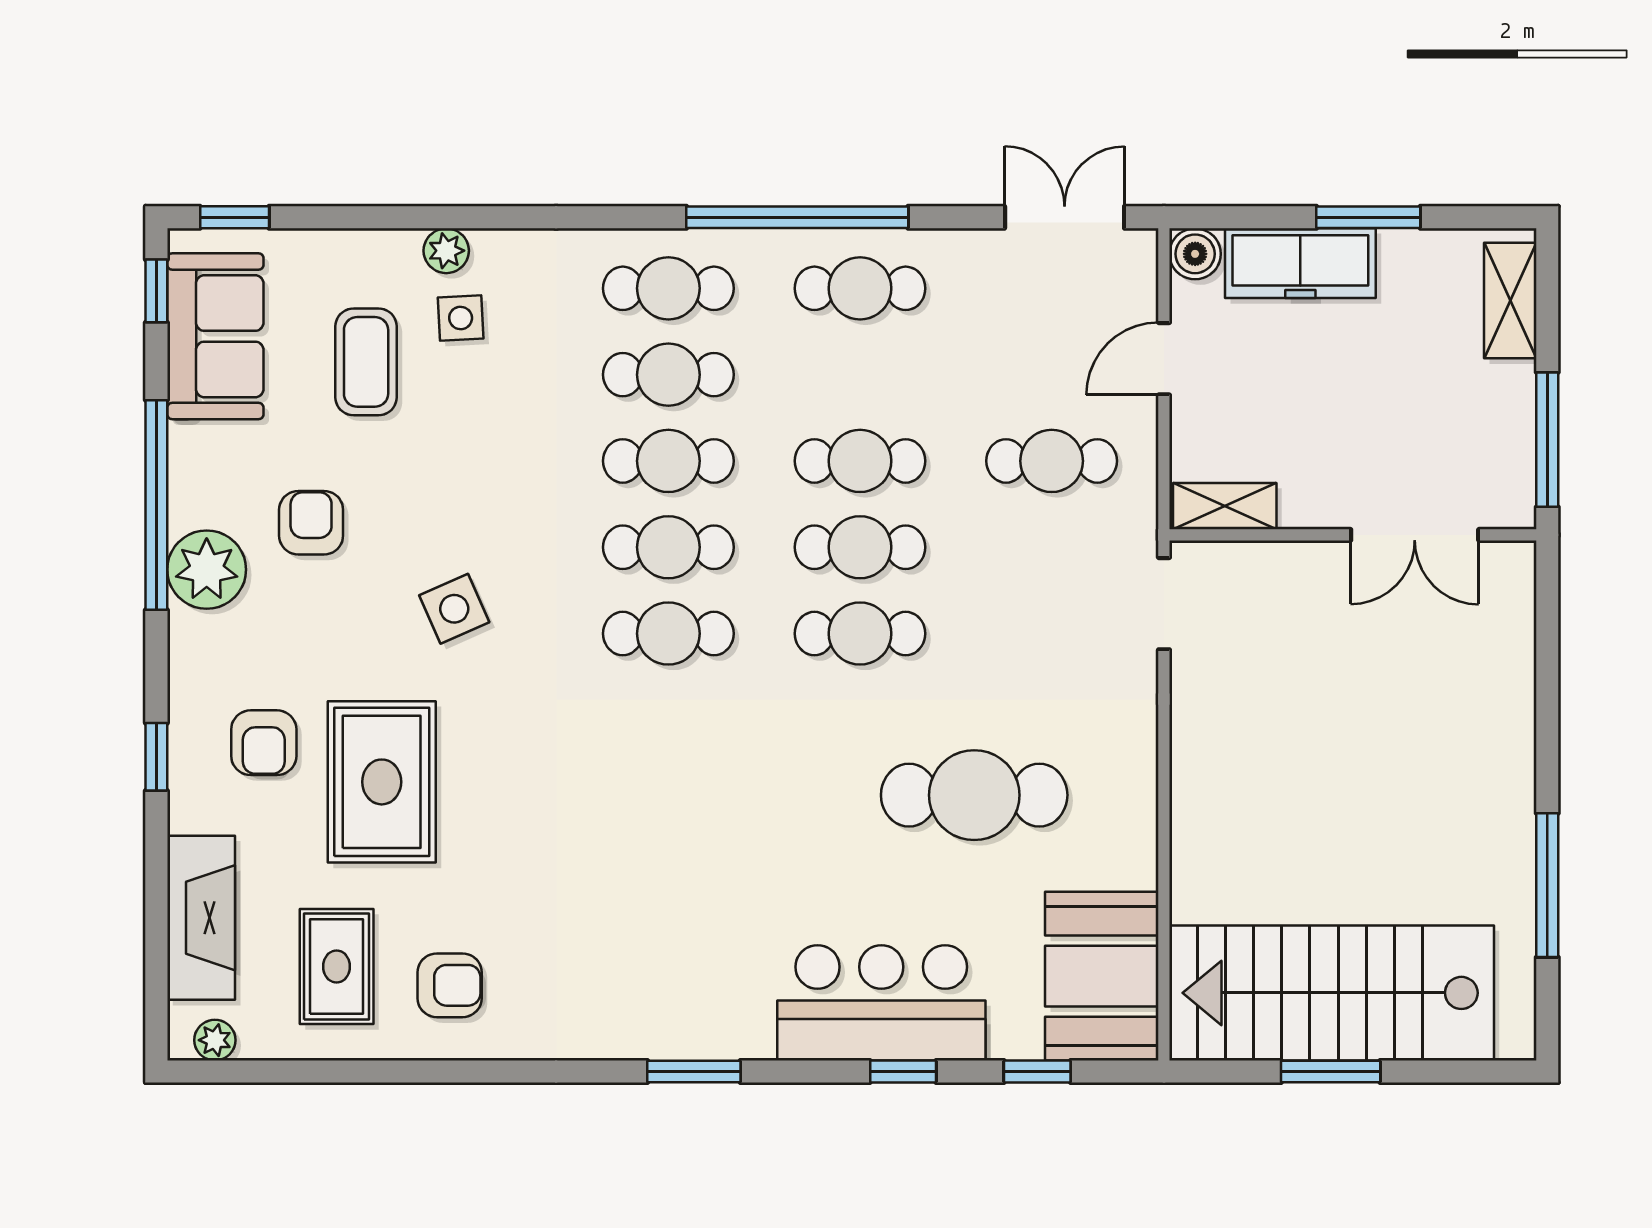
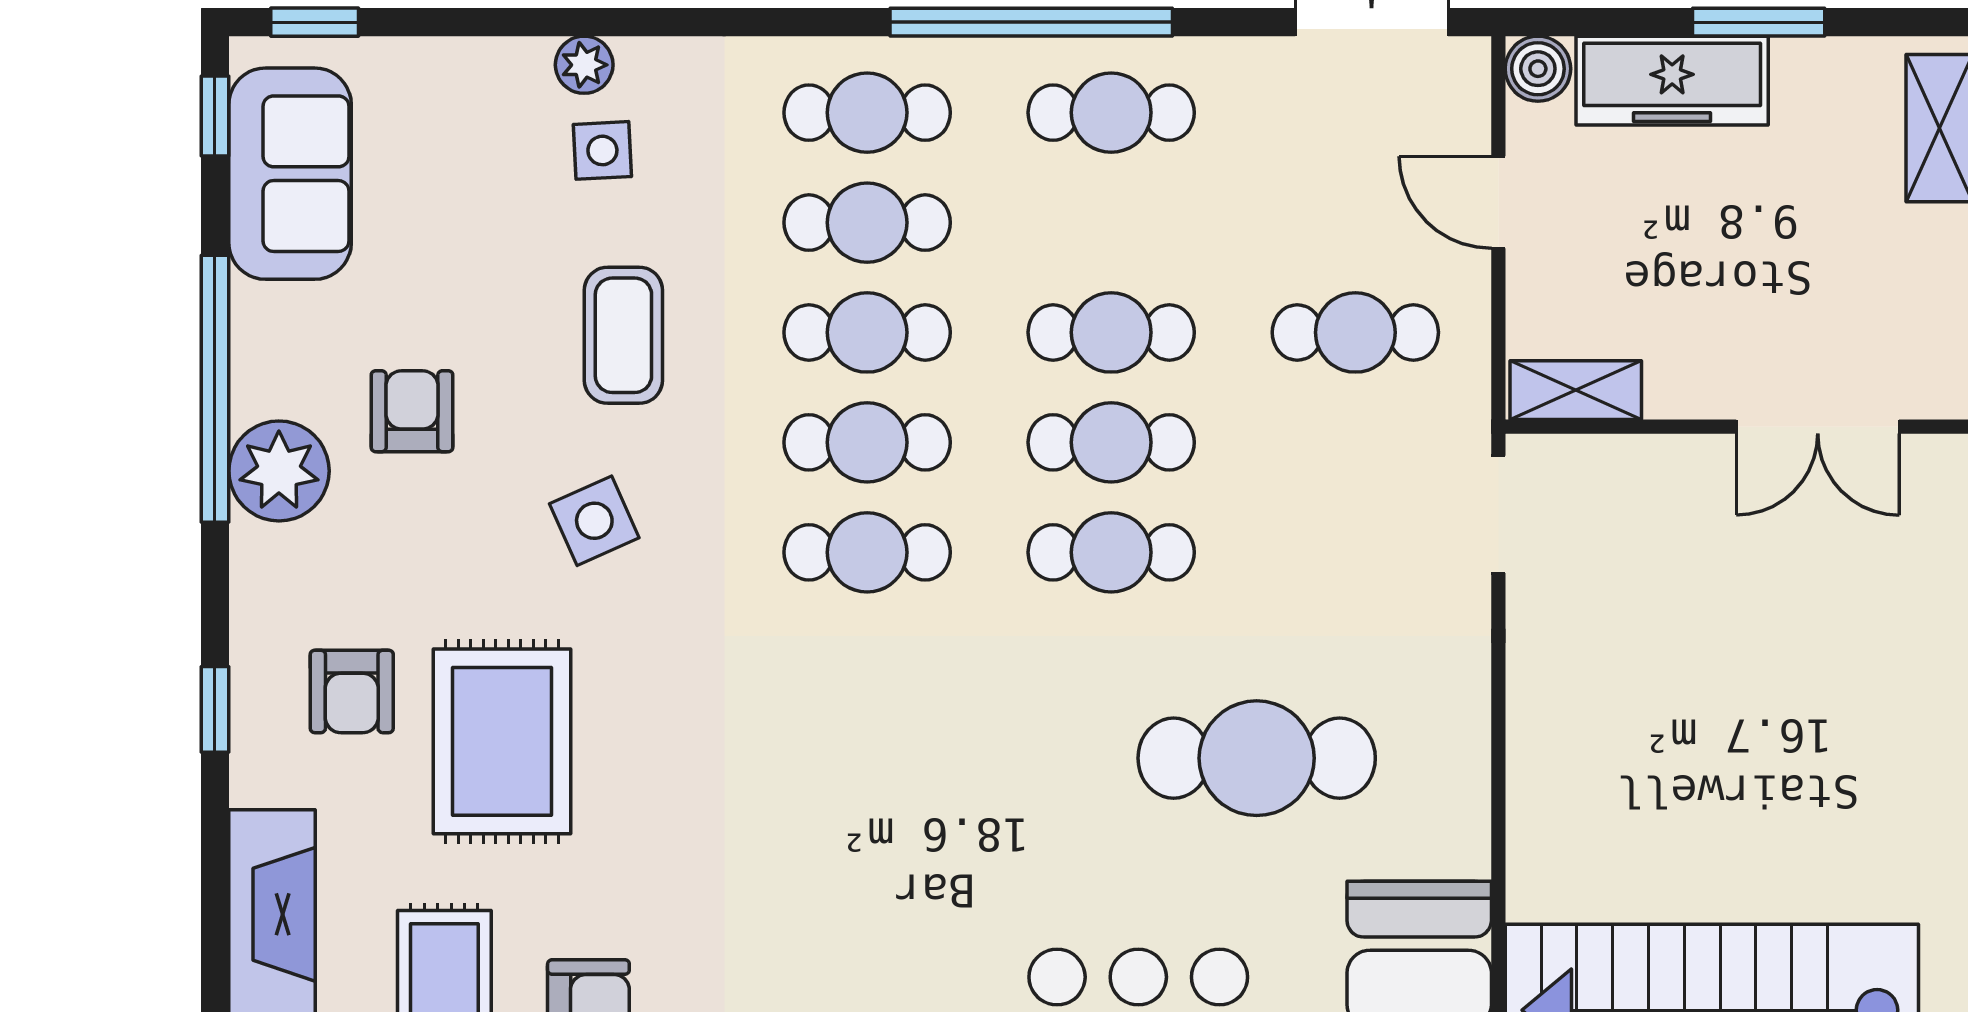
door: (1164, 359) -> (1498, 202), hinge flipped
coffee table: (366, 362) -> (623, 335), moved

